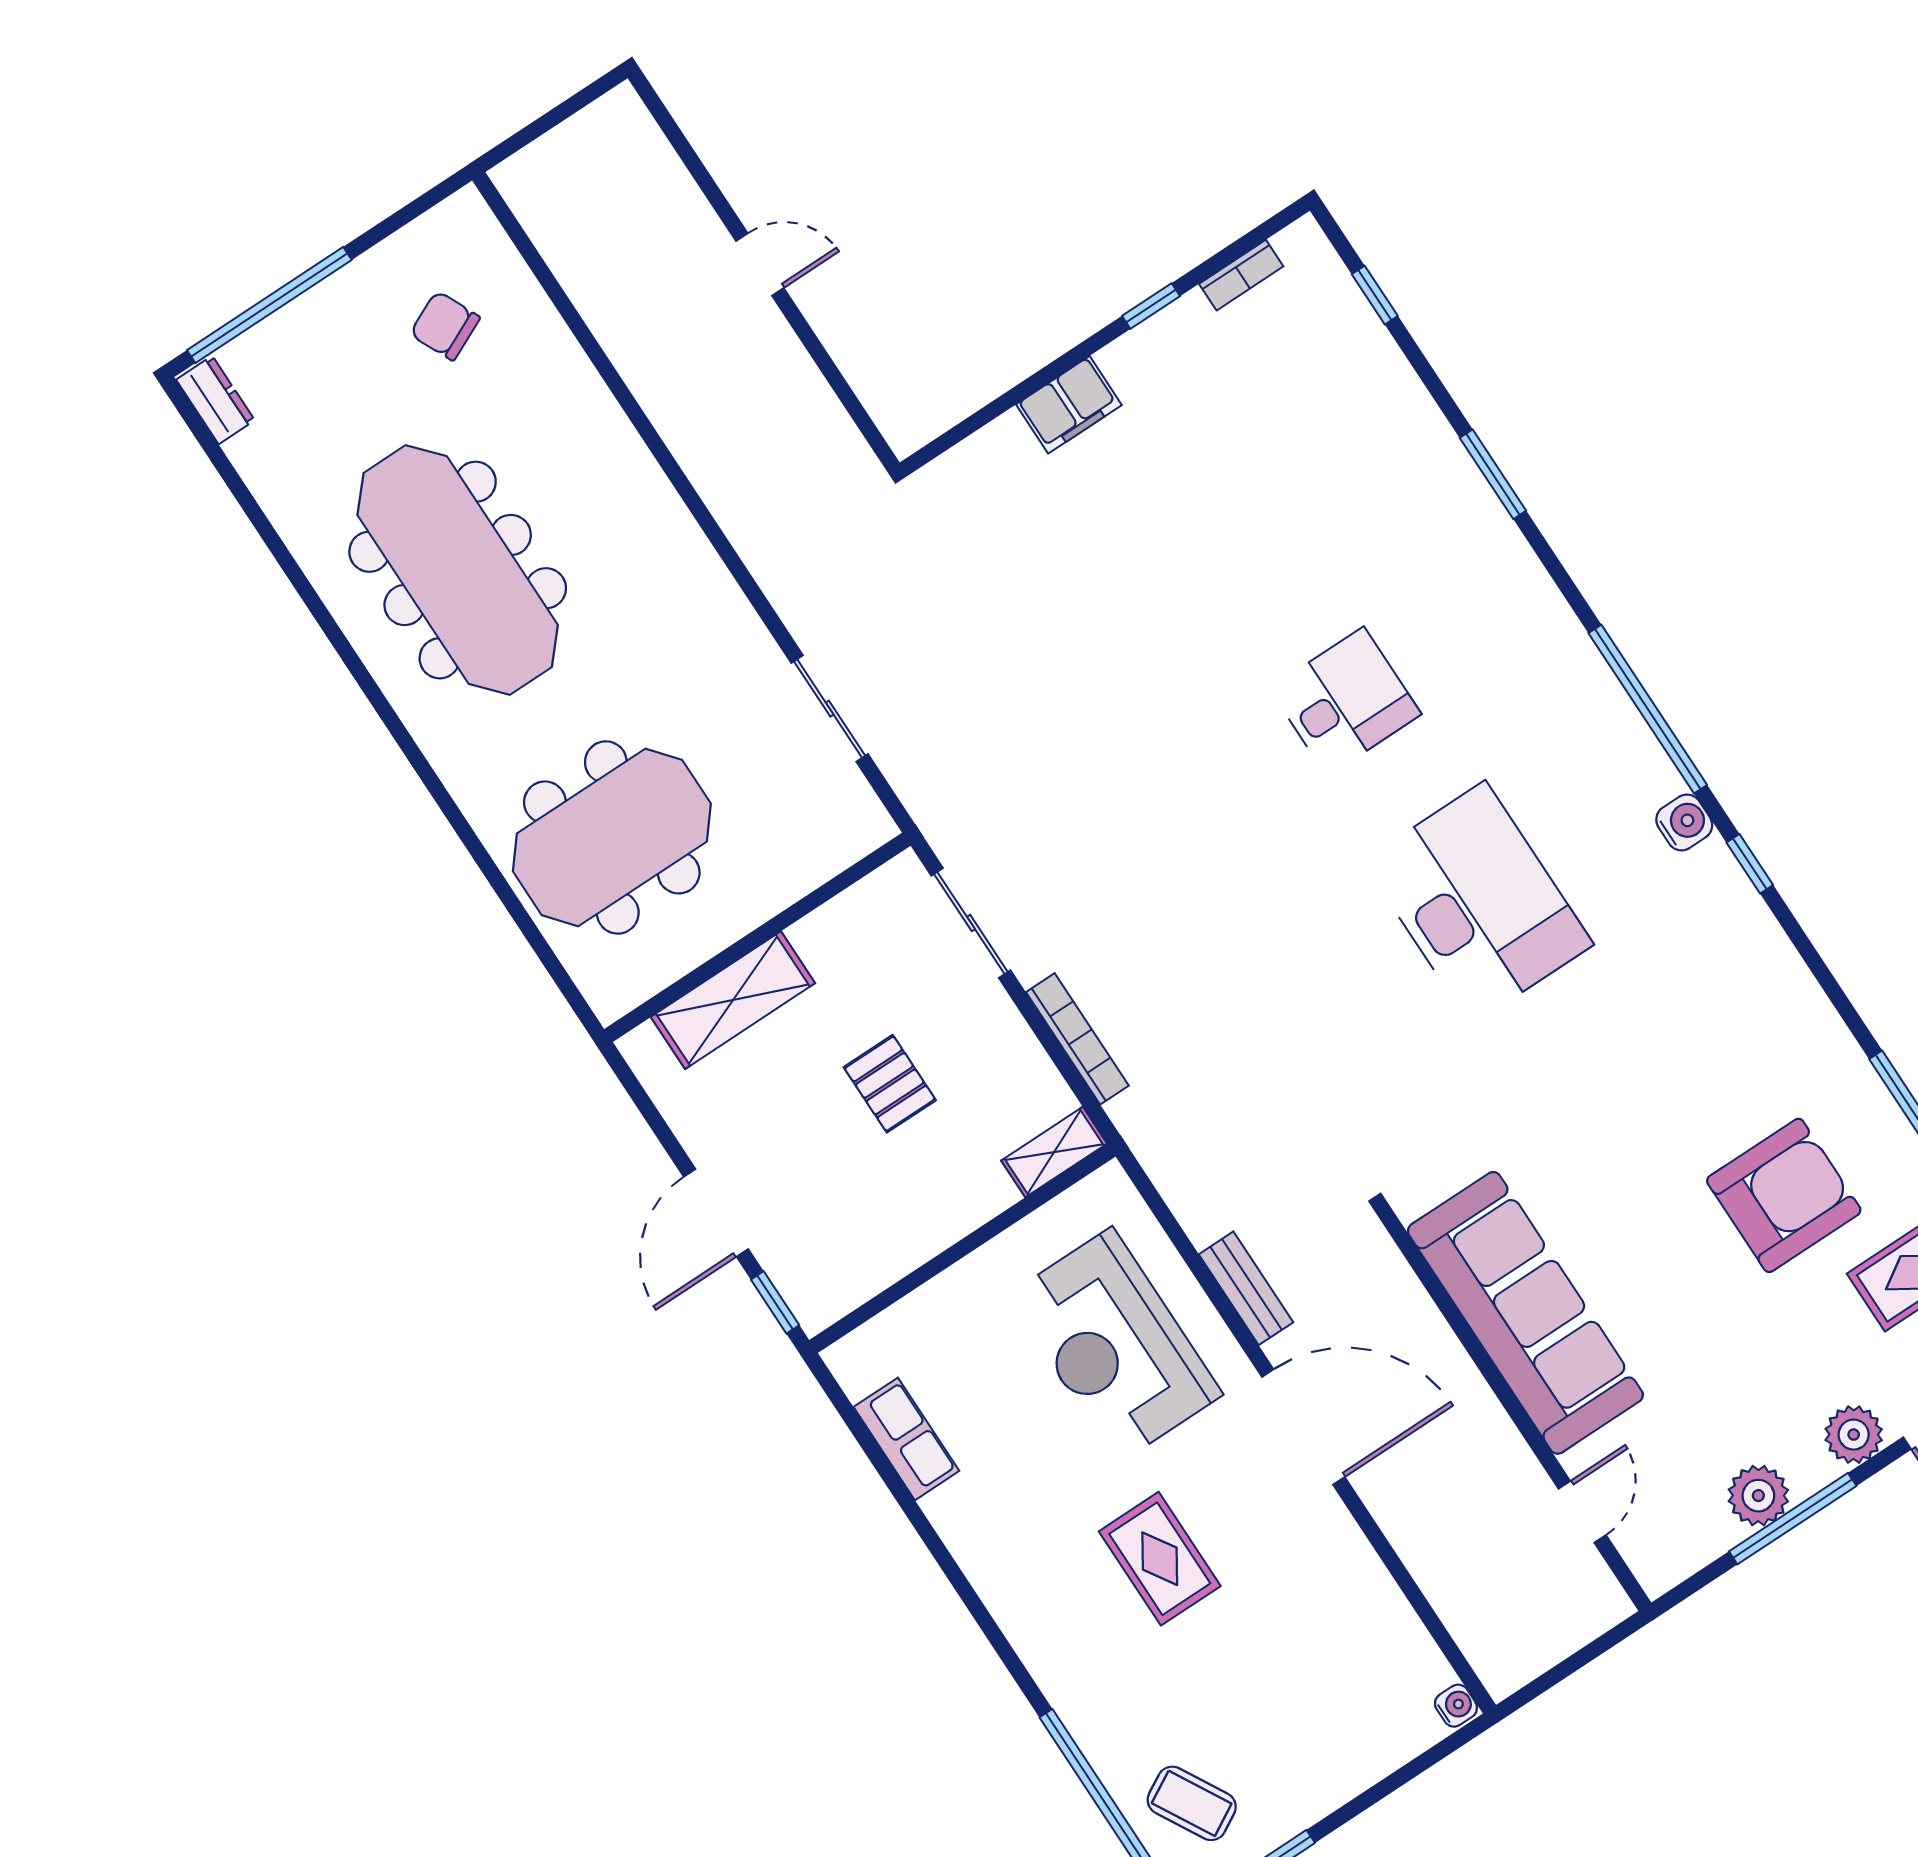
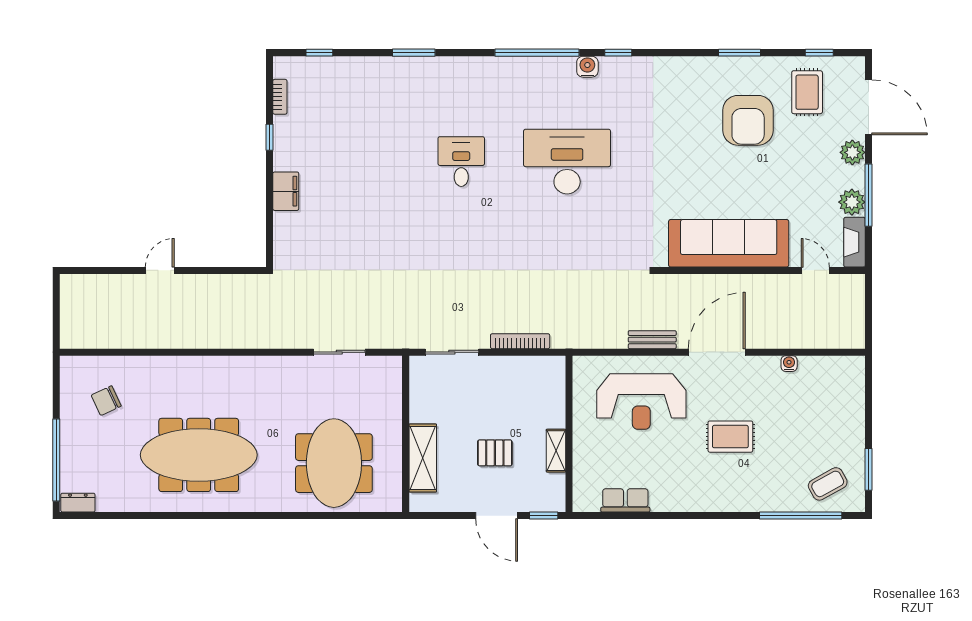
pallet: (890, 1084) -> (495, 453), moved
shelving: (1054, 1152) -> (556, 451), moved
armchair: (1784, 1195) -> (748, 120), turned 180
fireplace: (1685, 1551) -> (854, 242), added
water cooler: (1456, 1706) -> (789, 364), moved

